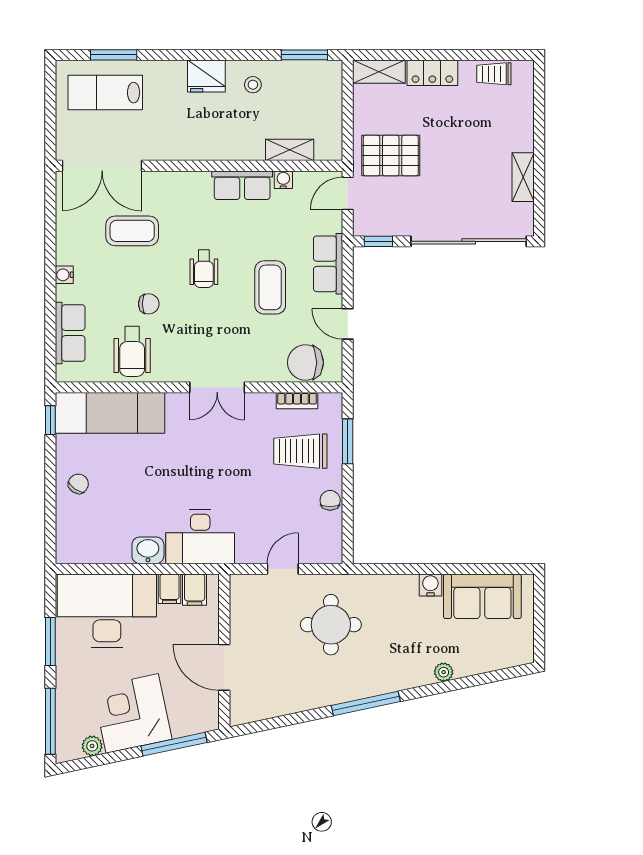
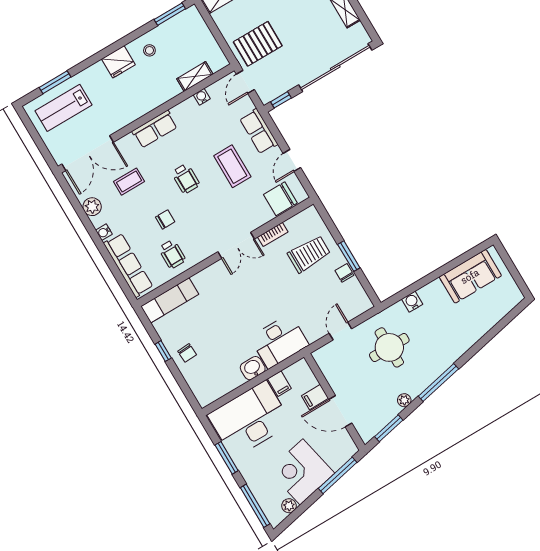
row of seats: (242, 185) -> (155, 129), moved
coffee table: (132, 231) -> (129, 182), width x0.73, depth x0.77
plant: (68, 235) -> (92, 207), added
door: (348, 324) -> (292, 160), hinge flipped
row of seats: (70, 333) -> (128, 265), width x1.48
wheelchair: (132, 351) -> (172, 254), width x0.73, depth x0.73
bookcase: (297, 401) -> (273, 234), moved
exam couch: (110, 413) -> (170, 300), width x0.73, depth x0.69
window: (50, 420) -> (163, 351), moved
window: (348, 441) -> (349, 256), moved
trolley: (300, 451) -> (309, 254), turned 180
chair: (78, 484) -> (187, 353), turned 143
water cooler: (430, 585) -> (412, 302), moved
filing cabinet: (195, 590) -> (315, 397), moved, turned 90
plant: (444, 672) -> (404, 400), moved
window: (271, 724) -> (389, 428), added

